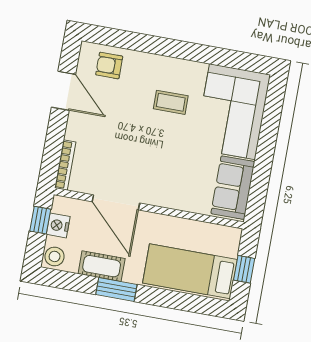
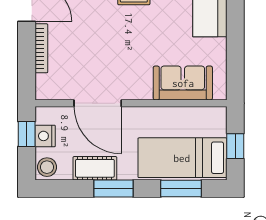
bookcase: (65, 165) -> (41, 48), moved
sofa: (233, 188) -> (183, 83), moved, turned 90
window: (183, 301) -> (181, 189), added

